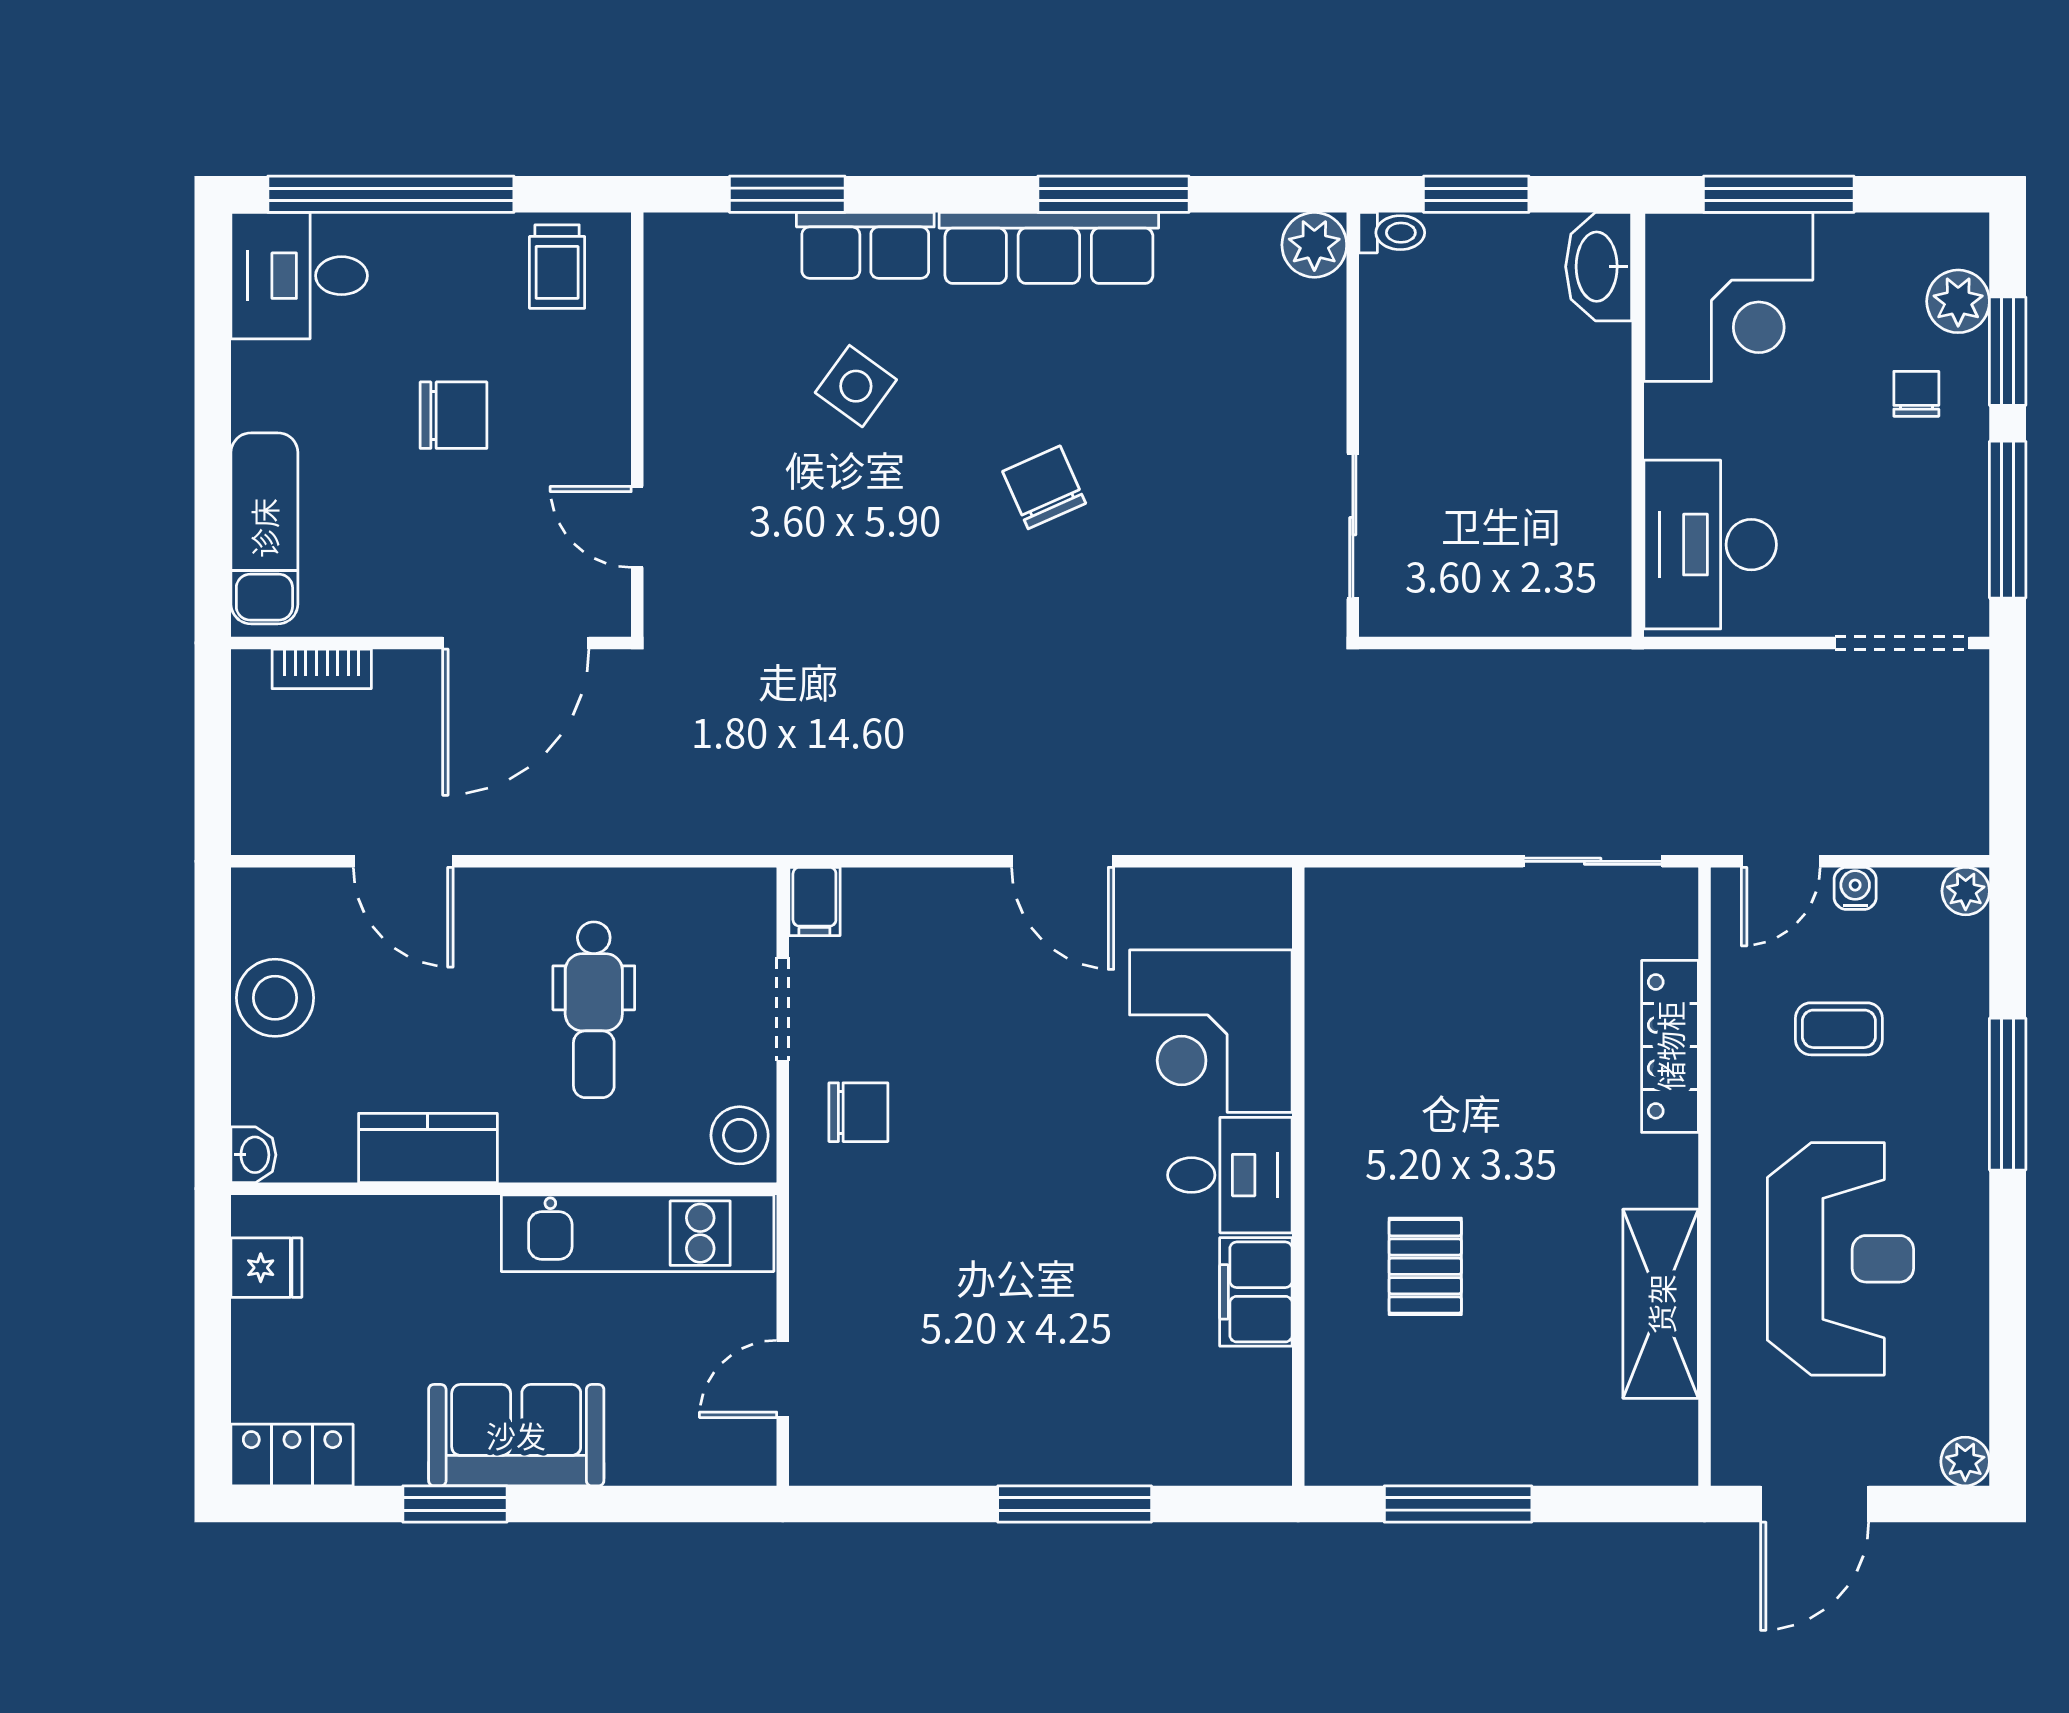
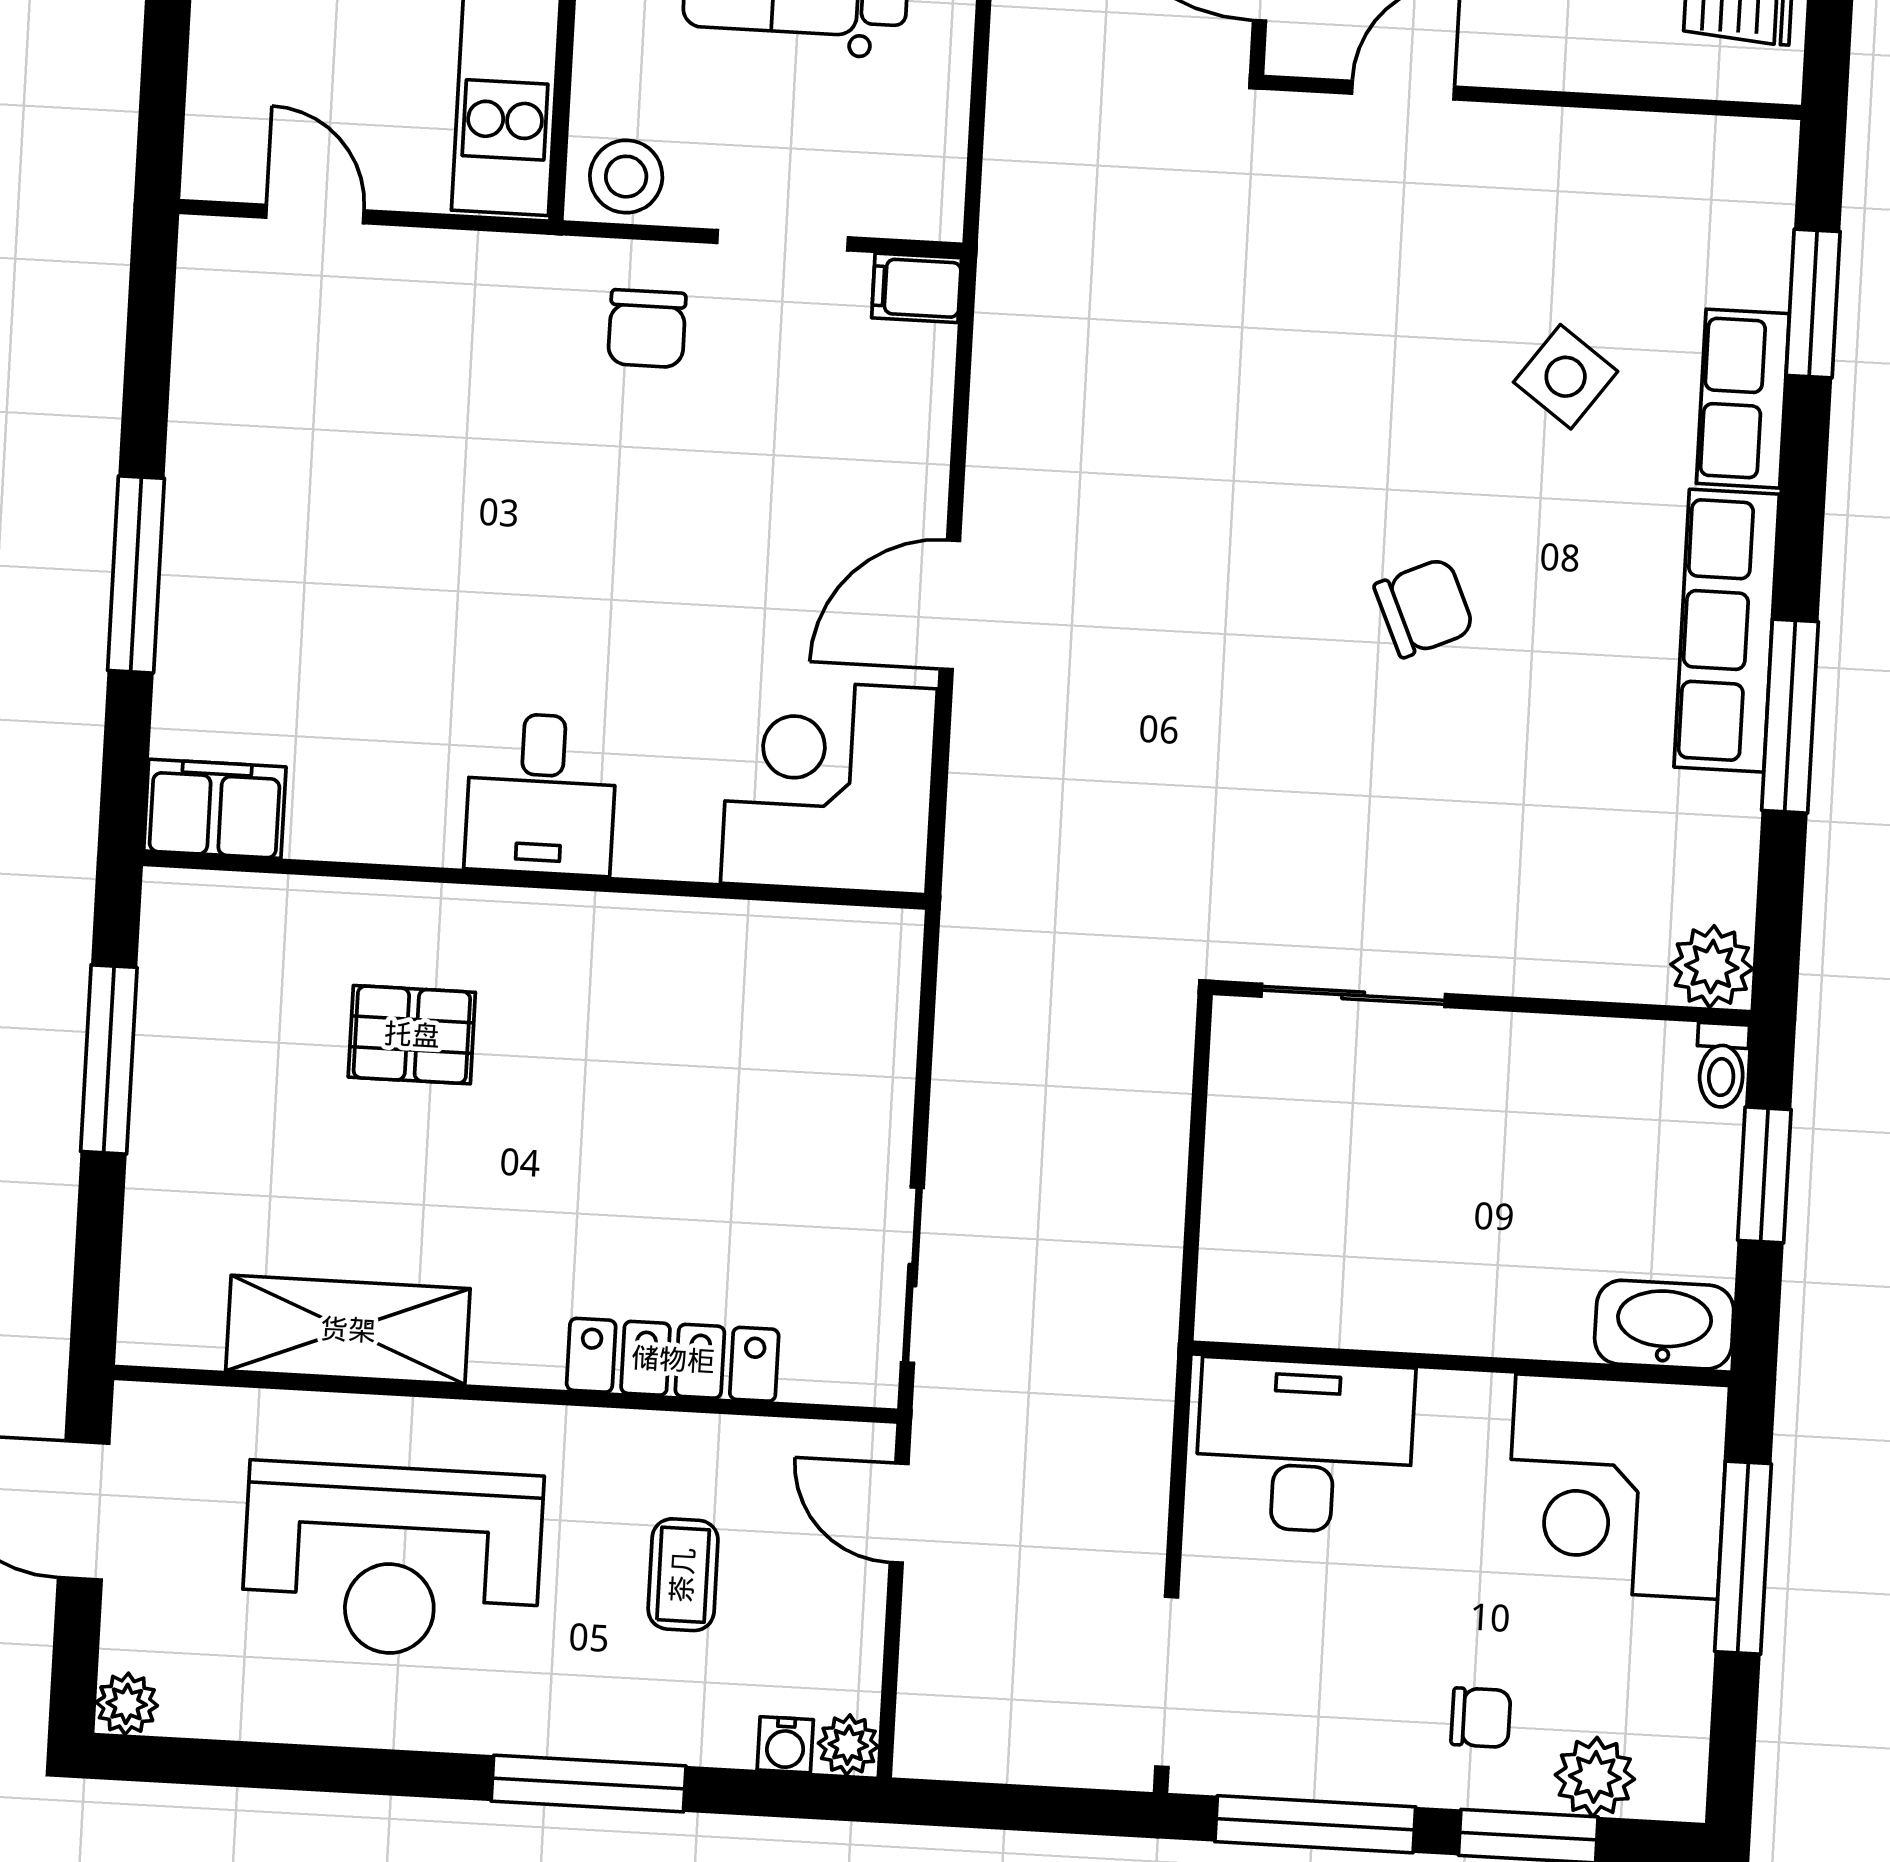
water cooler: (1855, 888) -> (785, 1745), moved, turned 90
corner desk: (1211, 1031) -> (829, 786), moved
filing cabinet: (1256, 1292) -> (215, 809), moved

